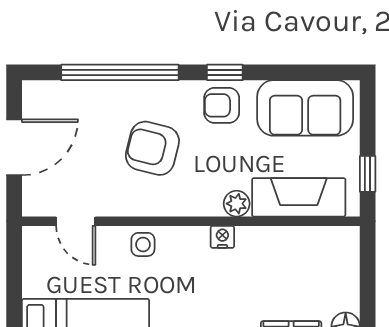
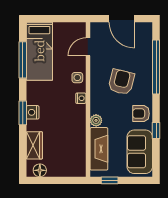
window: (225, 72) -> (156, 131), moved
armchair: (222, 105) -> (141, 114), turned -90
nightstand: (222, 237) -> (81, 98), moved

